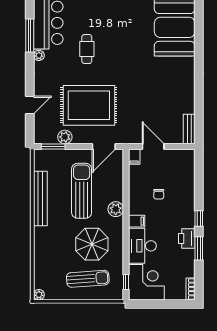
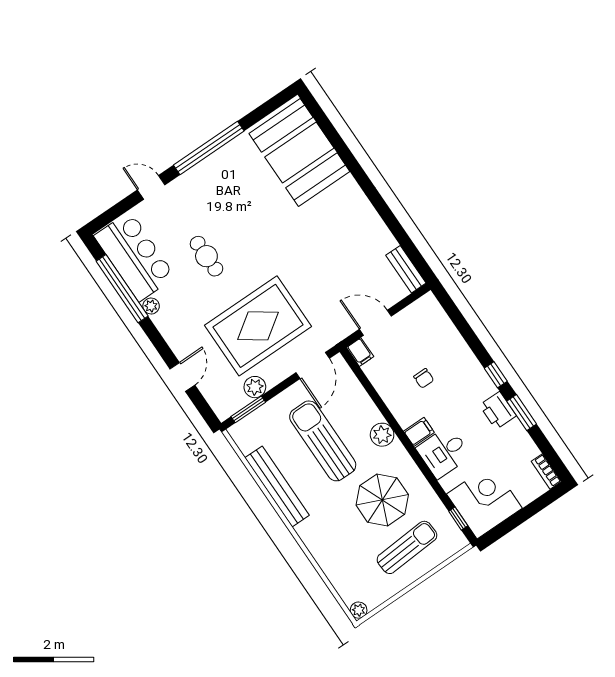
window: (30, 35) -> (122, 289), width x1.46
desk: (142, 246) -> (444, 452), width x0.73

